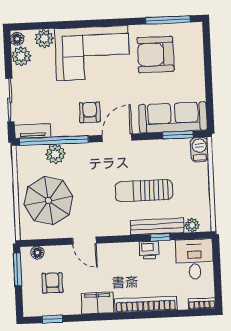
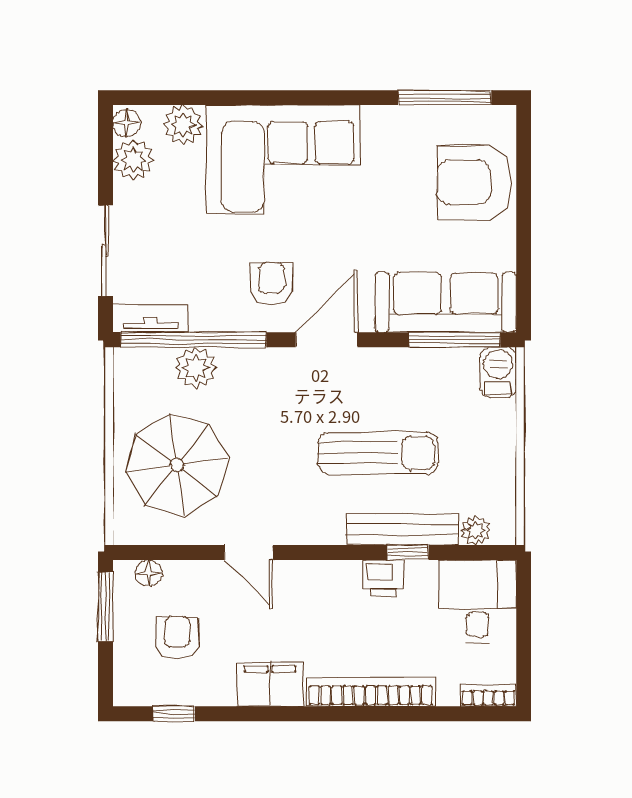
armchair: (156, 54) -> (474, 183), moved
window: (178, 135) -> (455, 340), width x1.44
sun lounger: (144, 191) -> (378, 453), turned 180

